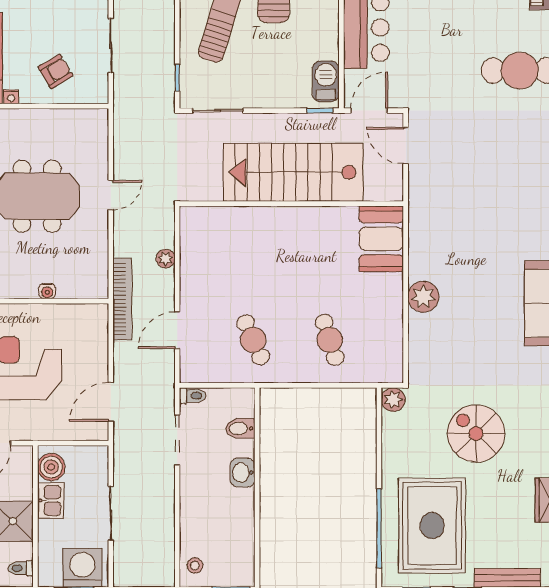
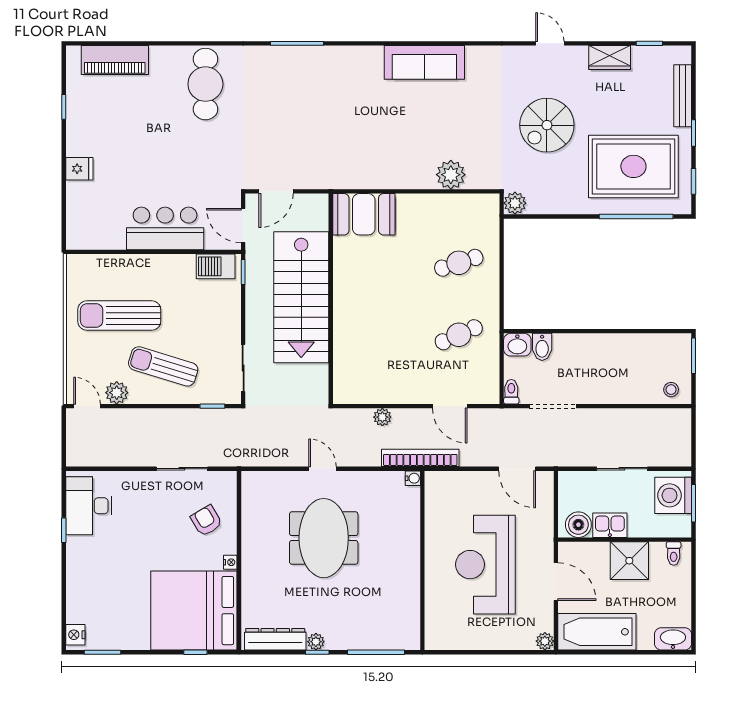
water cooler: (47, 291) -> (413, 478), moved
plant: (423, 297) -> (451, 175), moved
washbasin: (243, 473) -> (517, 345), moved

